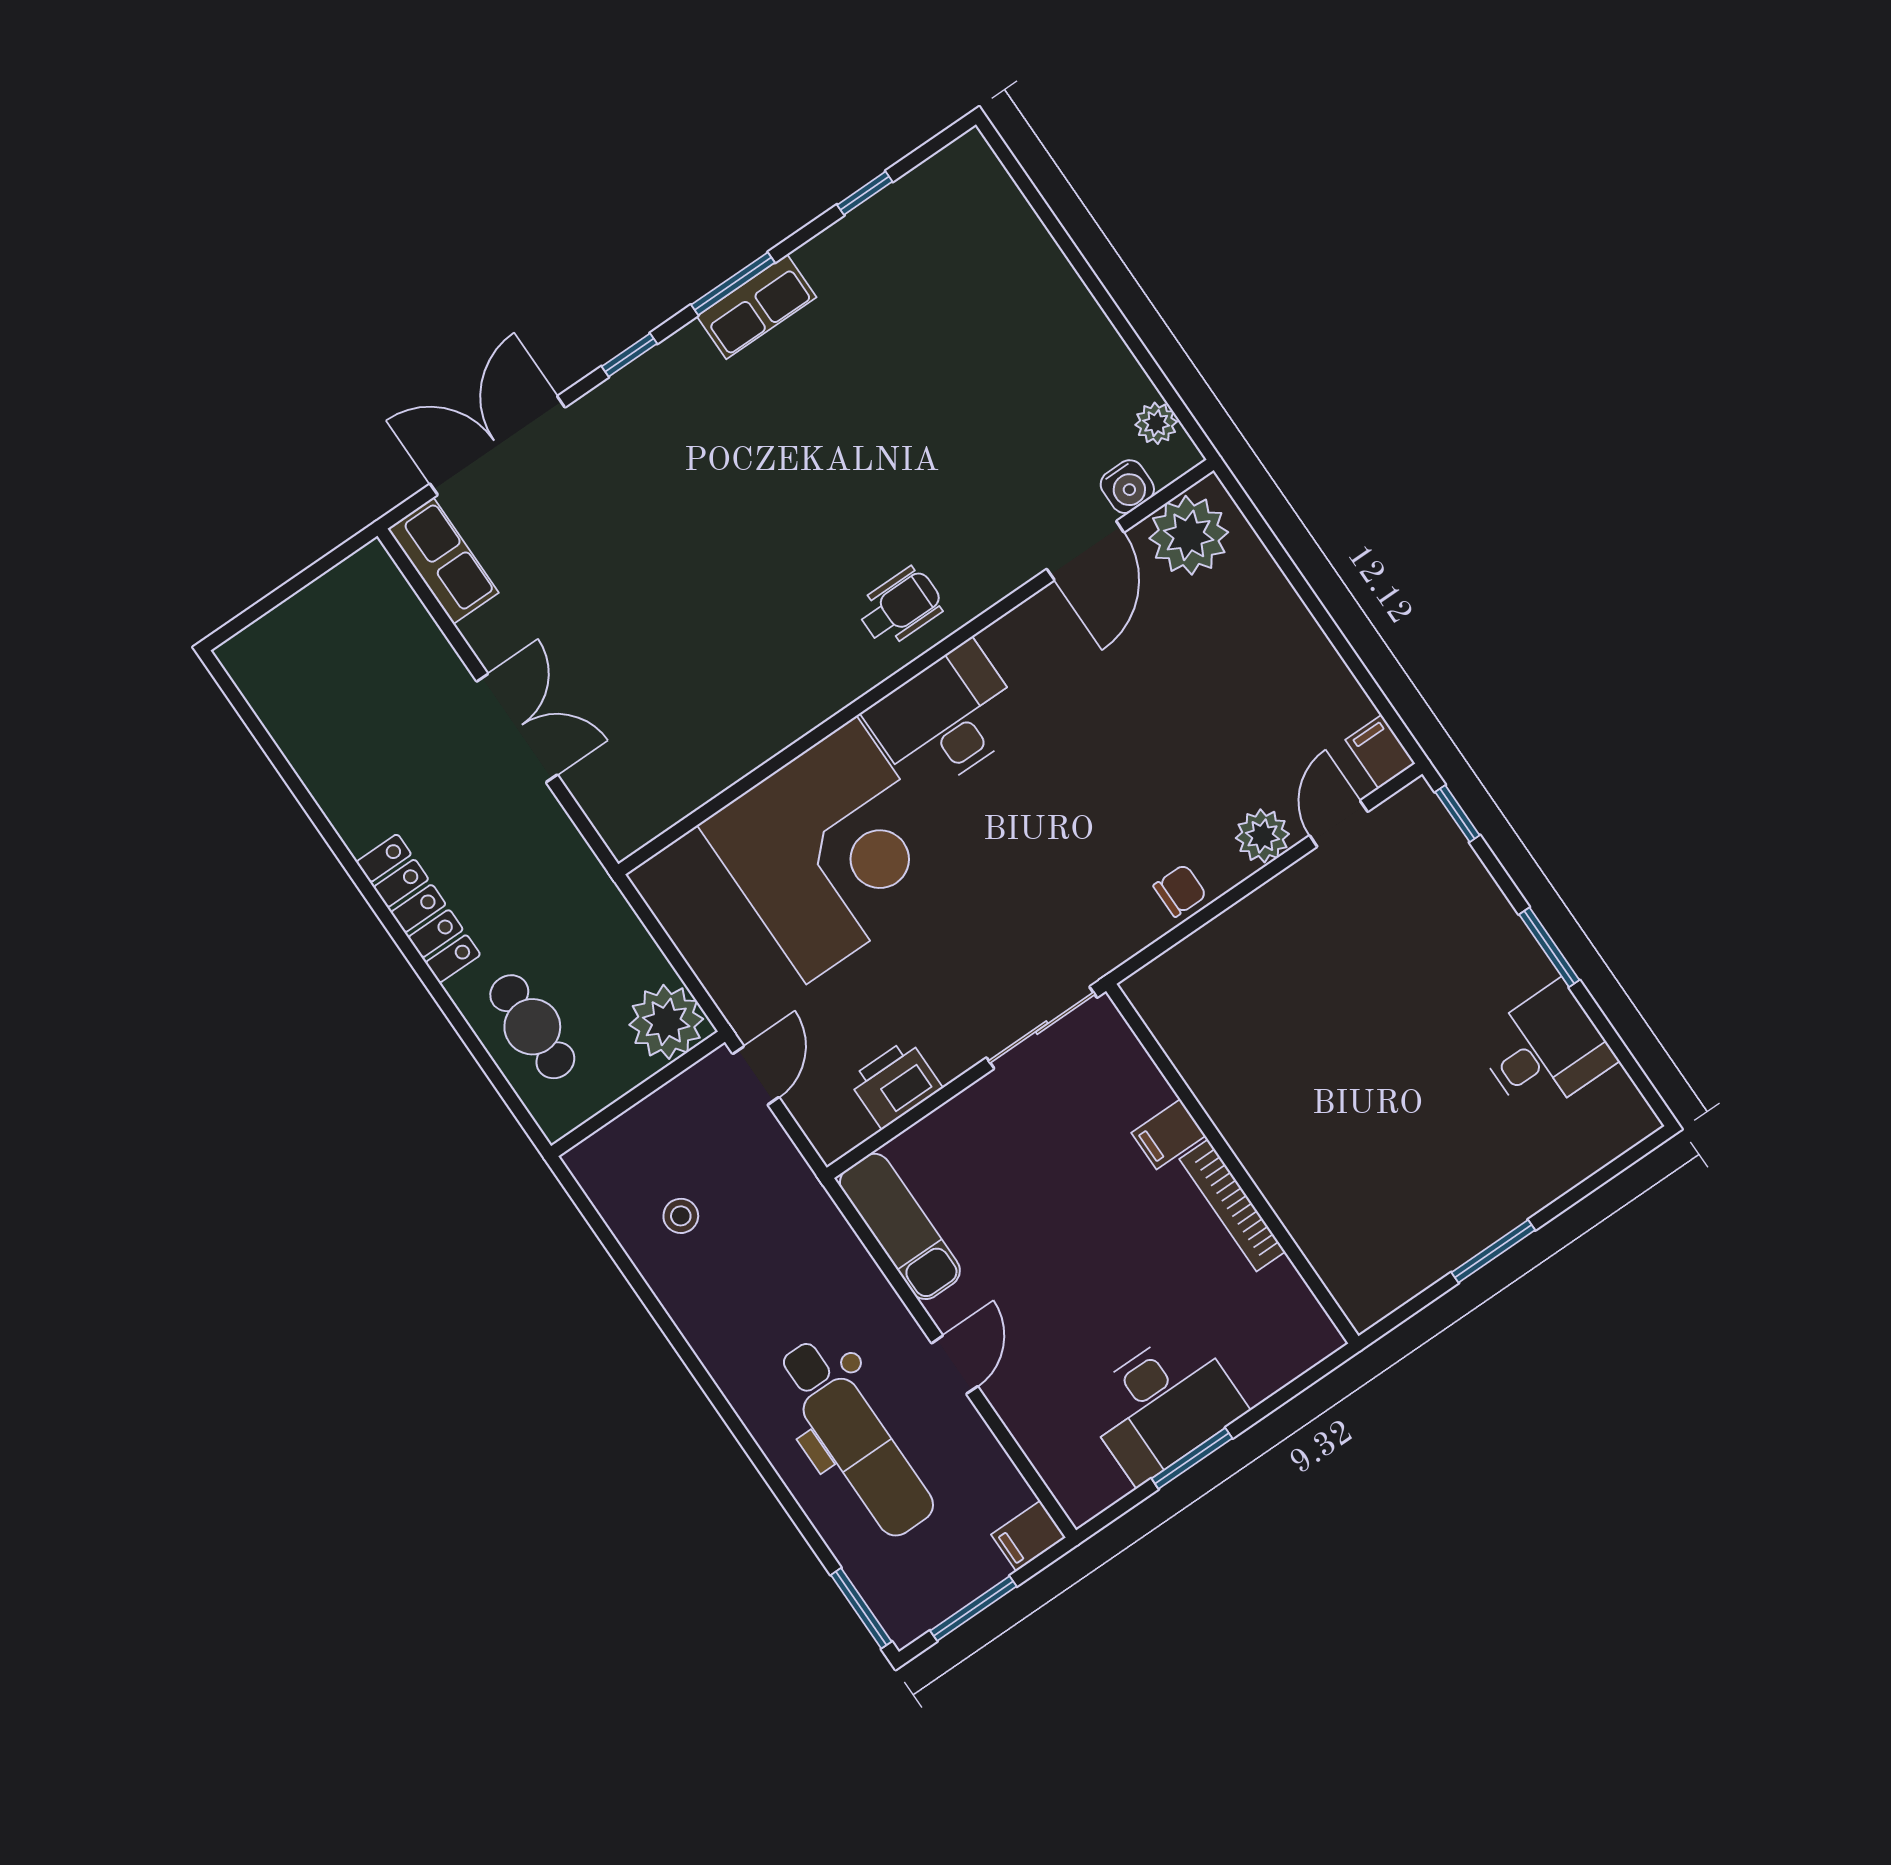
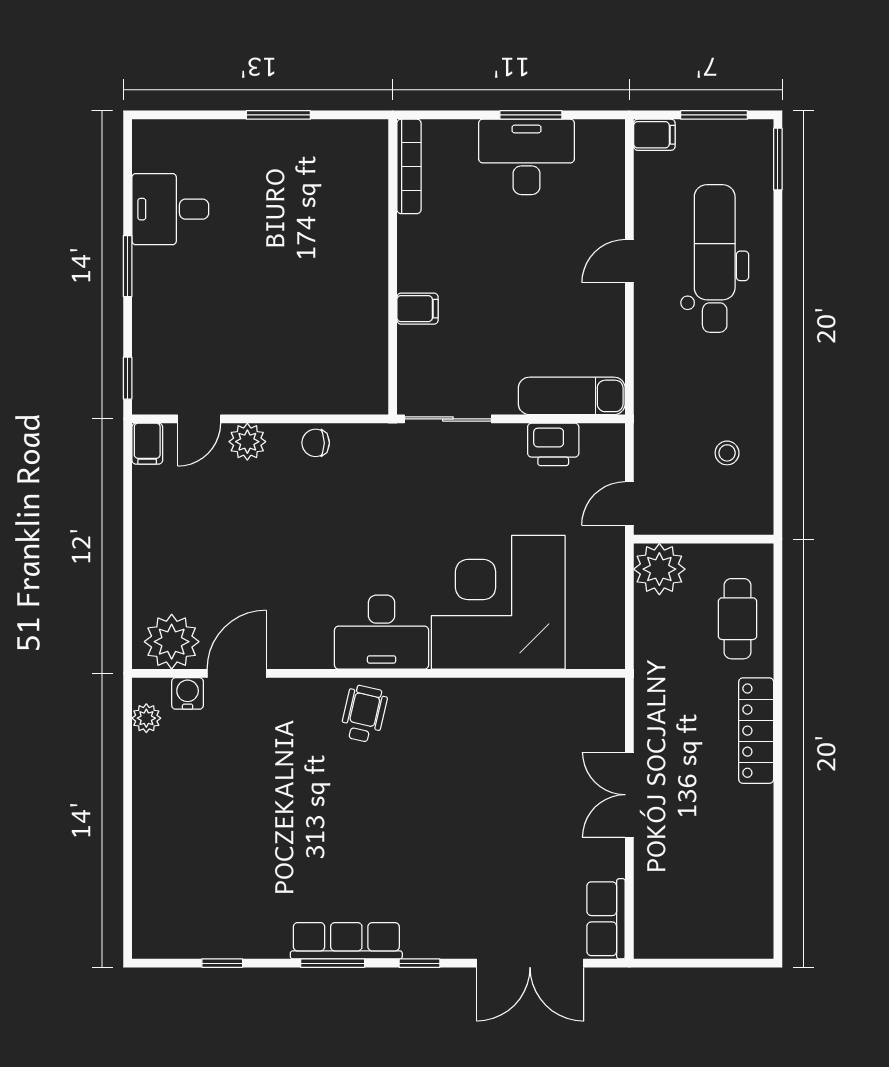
row of seats: (757, 307) -> (346, 941), width x1.48
wheelchair: (900, 607) -> (364, 714), turned 103
bookcase: (1232, 1205) -> (409, 166), moved
exam couch: (900, 1226) -> (572, 396), moved, turned 90

